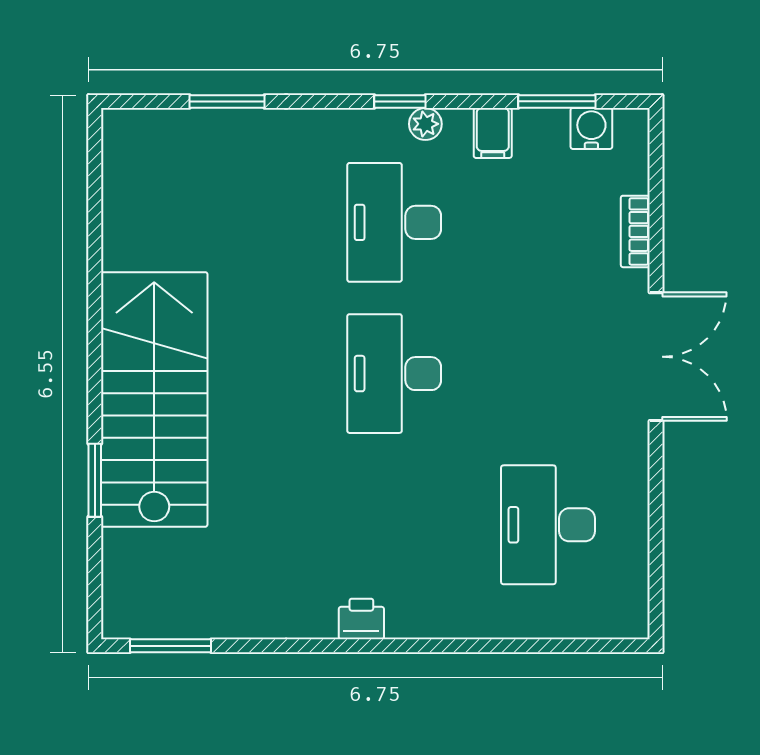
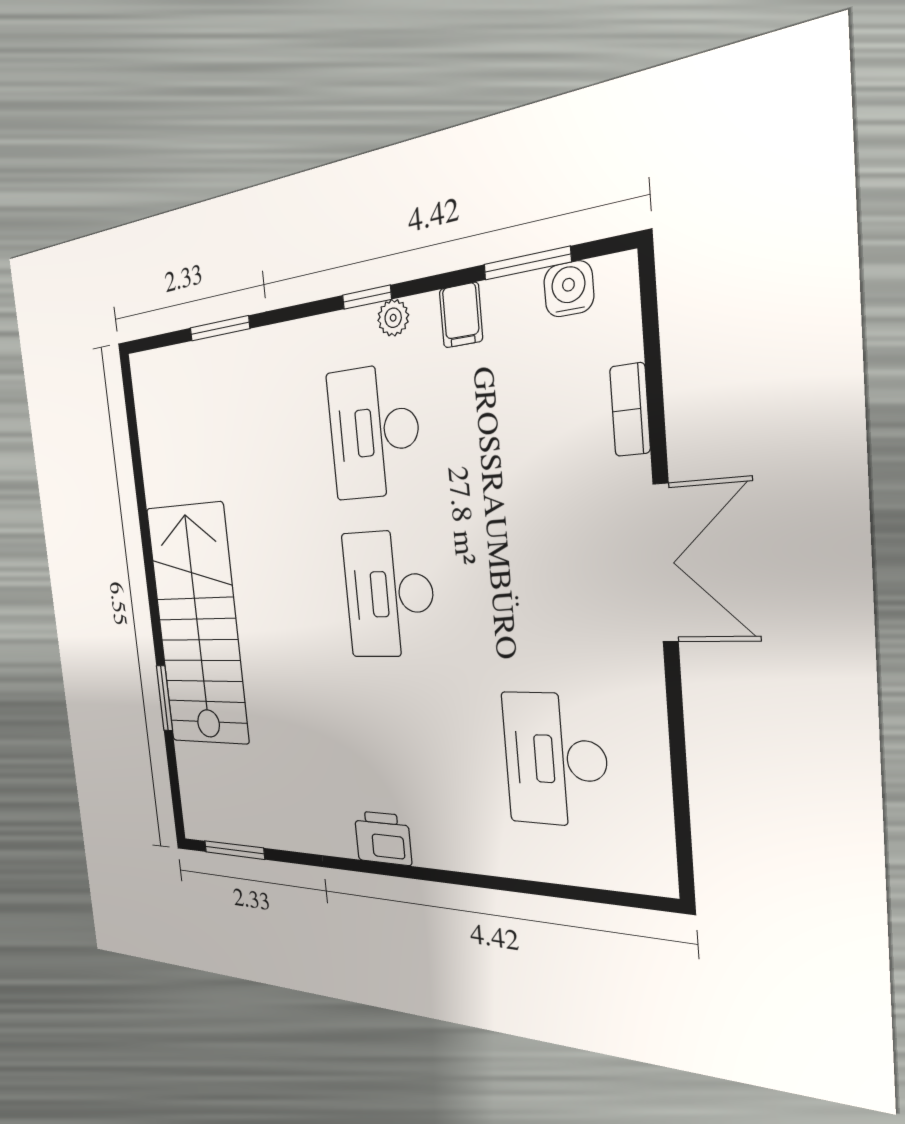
printer: (361, 619) -> (383, 838), width x1.36, depth x1.24

